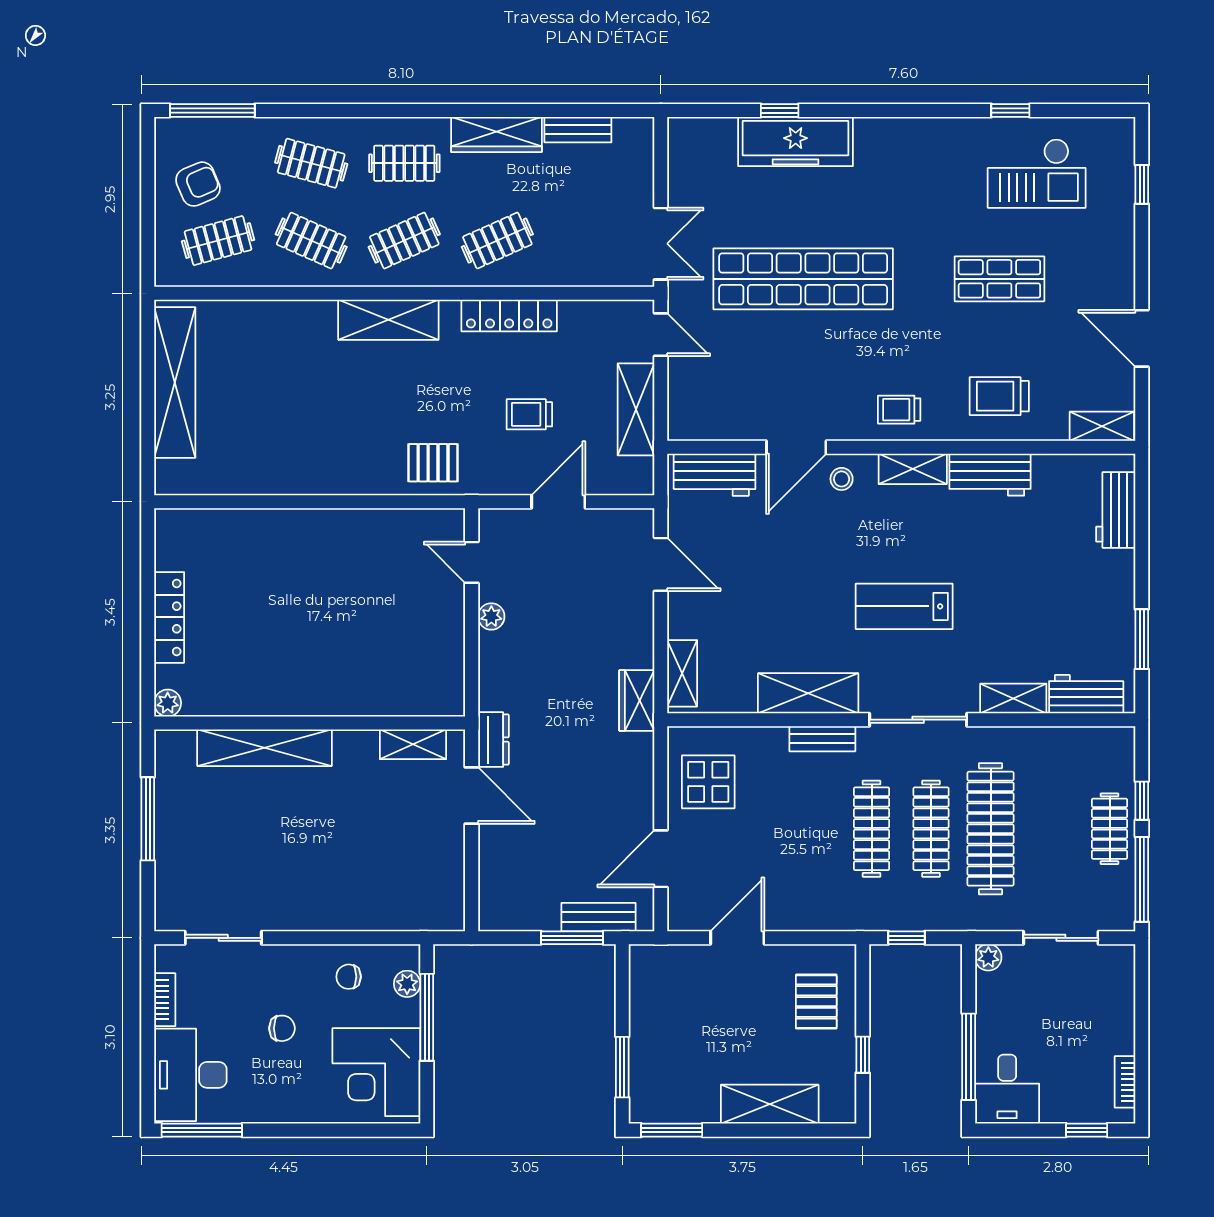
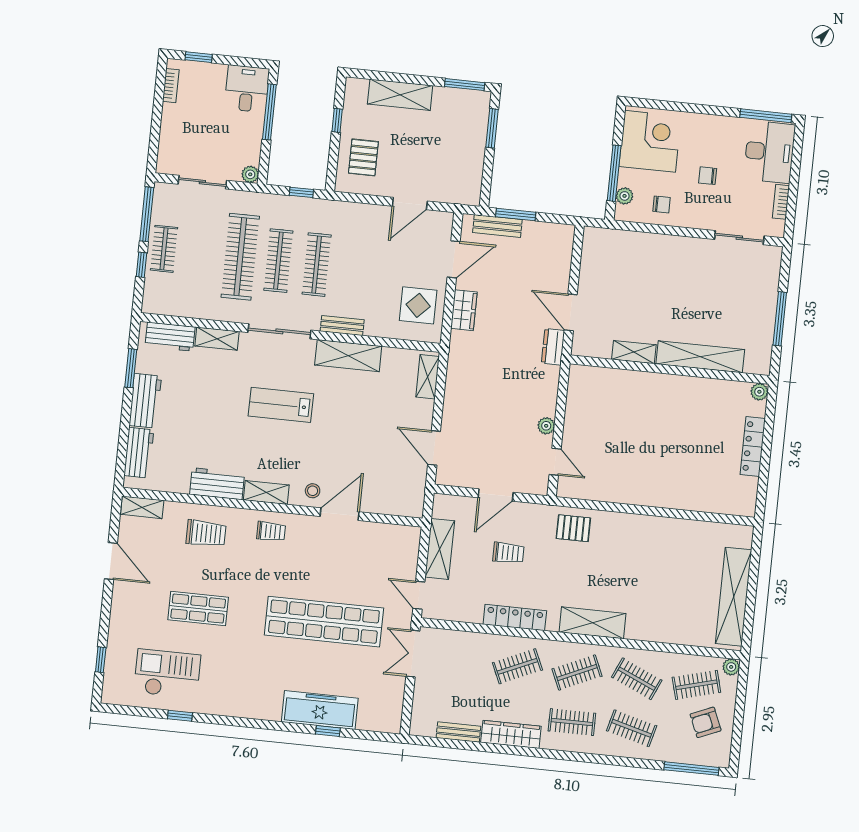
plant: (167, 274) -> (731, 667), added
workbench: (715, 475) -> (145, 401), moved, turned 90
lab bench: (904, 606) -> (281, 405), turned 180
wardrobe: (637, 701) -> (464, 310), moved
shelving: (413, 744) -> (634, 352), moved

